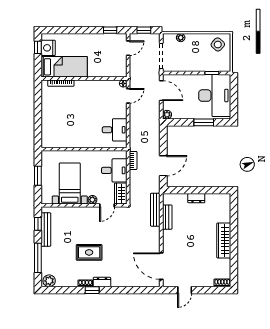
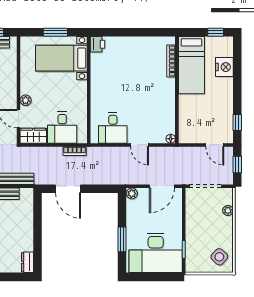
nightstand: (48, 48) -> (224, 67), moved, turned 90
door: (128, 96) -> (140, 145), moved
printer: (47, 142) -> (97, 44), added
bed with nightstands: (70, 183) -> (61, 58), moved, turned 180
dresser: (196, 198) -> (27, 262), moved

